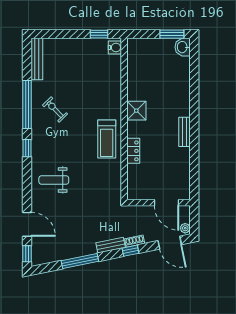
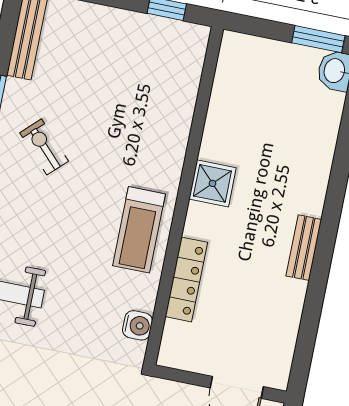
water cooler: (115, 47) -> (137, 325), moved
locker: (133, 151) -> (186, 279), width x1.53

